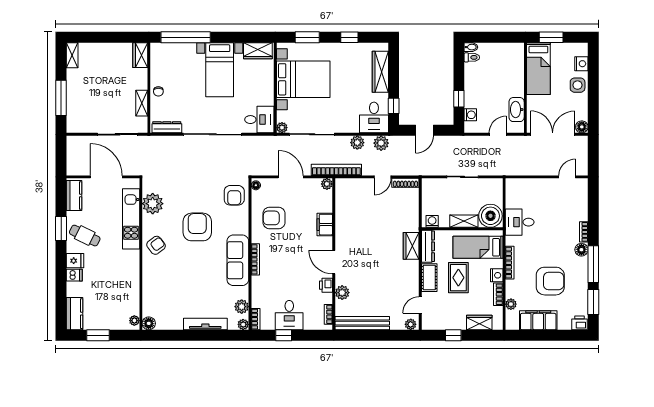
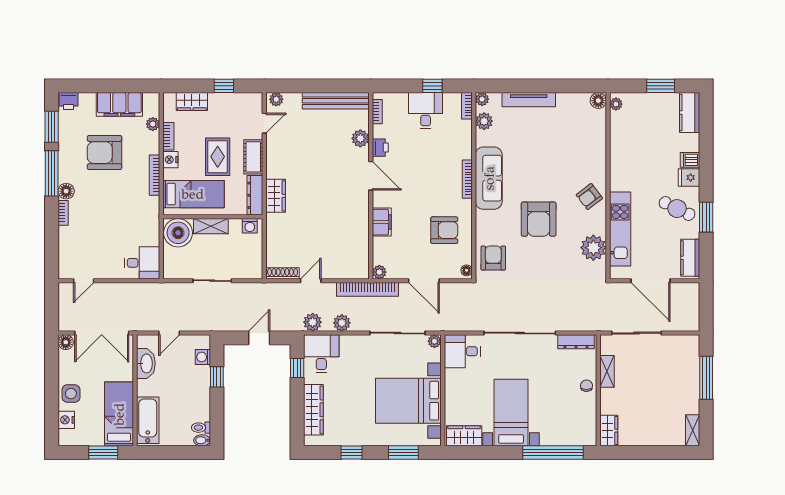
bathtub: (515, 63) -> (148, 420), added
desk: (520, 222) -> (142, 263), moved

